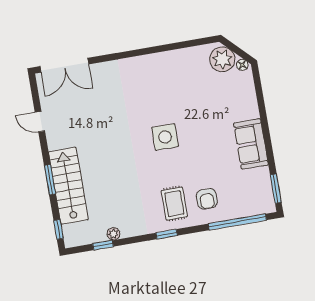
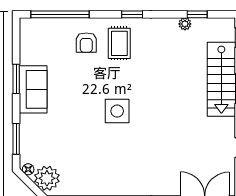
window: (259, 93) -> (16, 139), added
window: (276, 189) -> (16, 79), moved
armchair: (207, 199) -> (86, 43), turned 180

